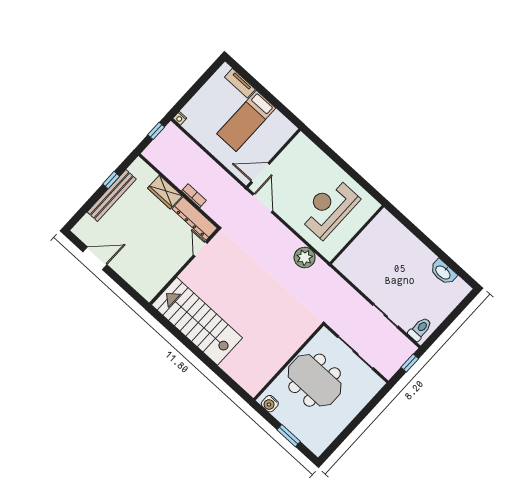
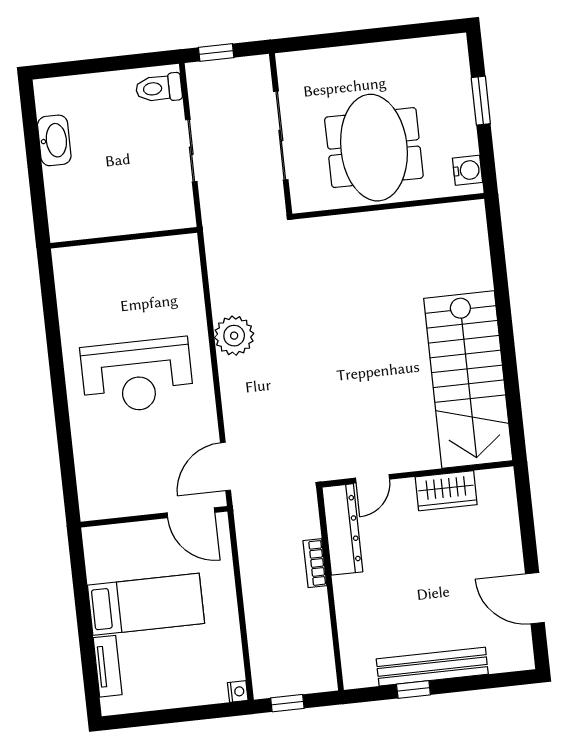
wardrobe: (165, 192) -> (446, 491), moved, turned 90
wall: (357, 235) -> (124, 238), moved

